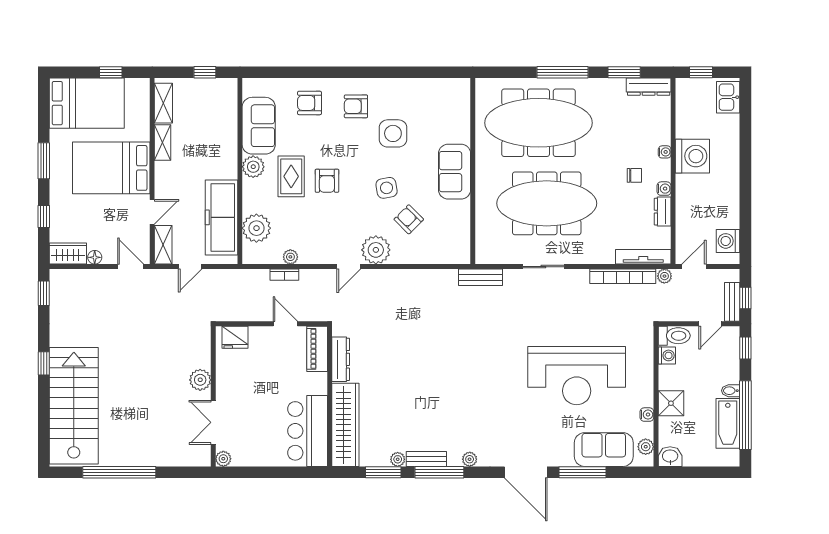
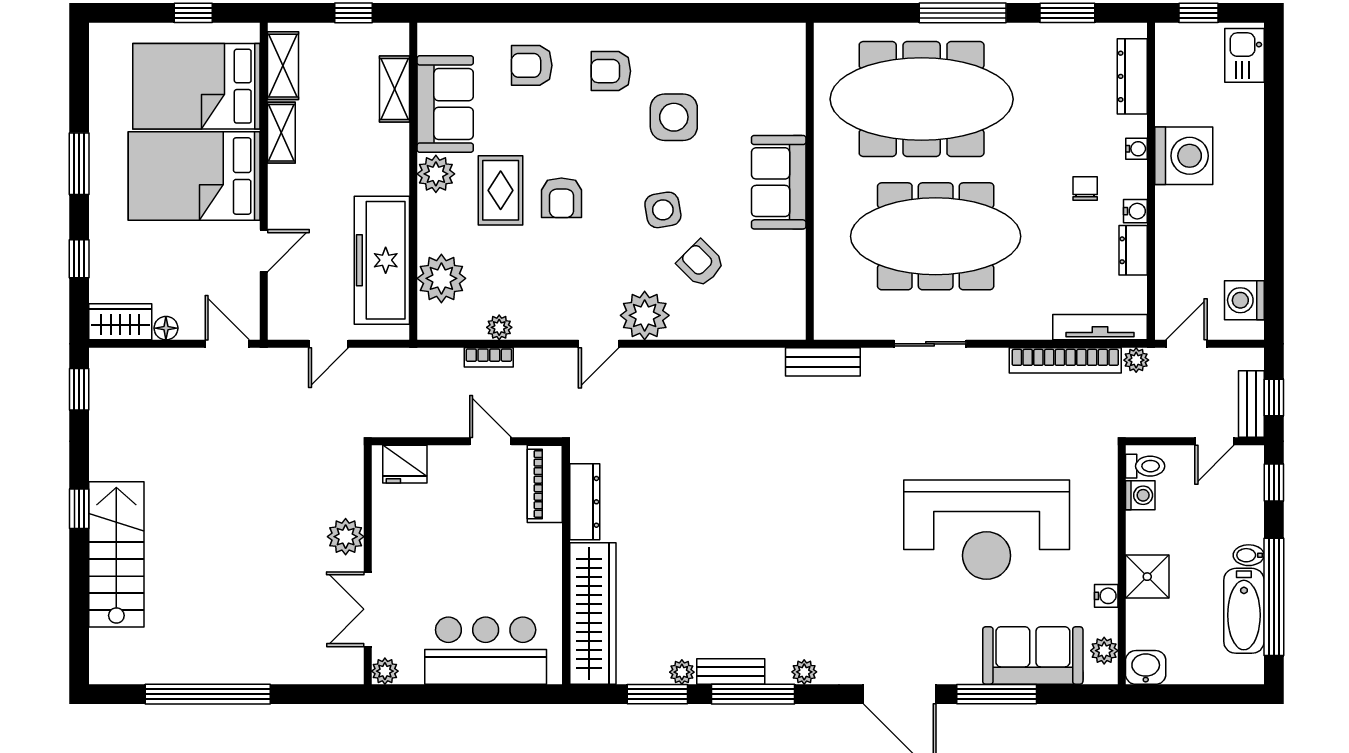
dresser: (649, 87) -> (1132, 76), moved, turned 90
bed: (87, 103) -> (196, 86), moved, turned 180
chair: (634, 175) -> (1085, 188), turned -90
shelving: (163, 245) -> (394, 89), moved
toilet: (674, 336) -> (1145, 466), width x0.73, depth x0.72
stairs: (74, 406) -> (116, 554), width x0.73, depth x0.66
bar counter: (308, 431) -> (486, 651), moved, turned 90

